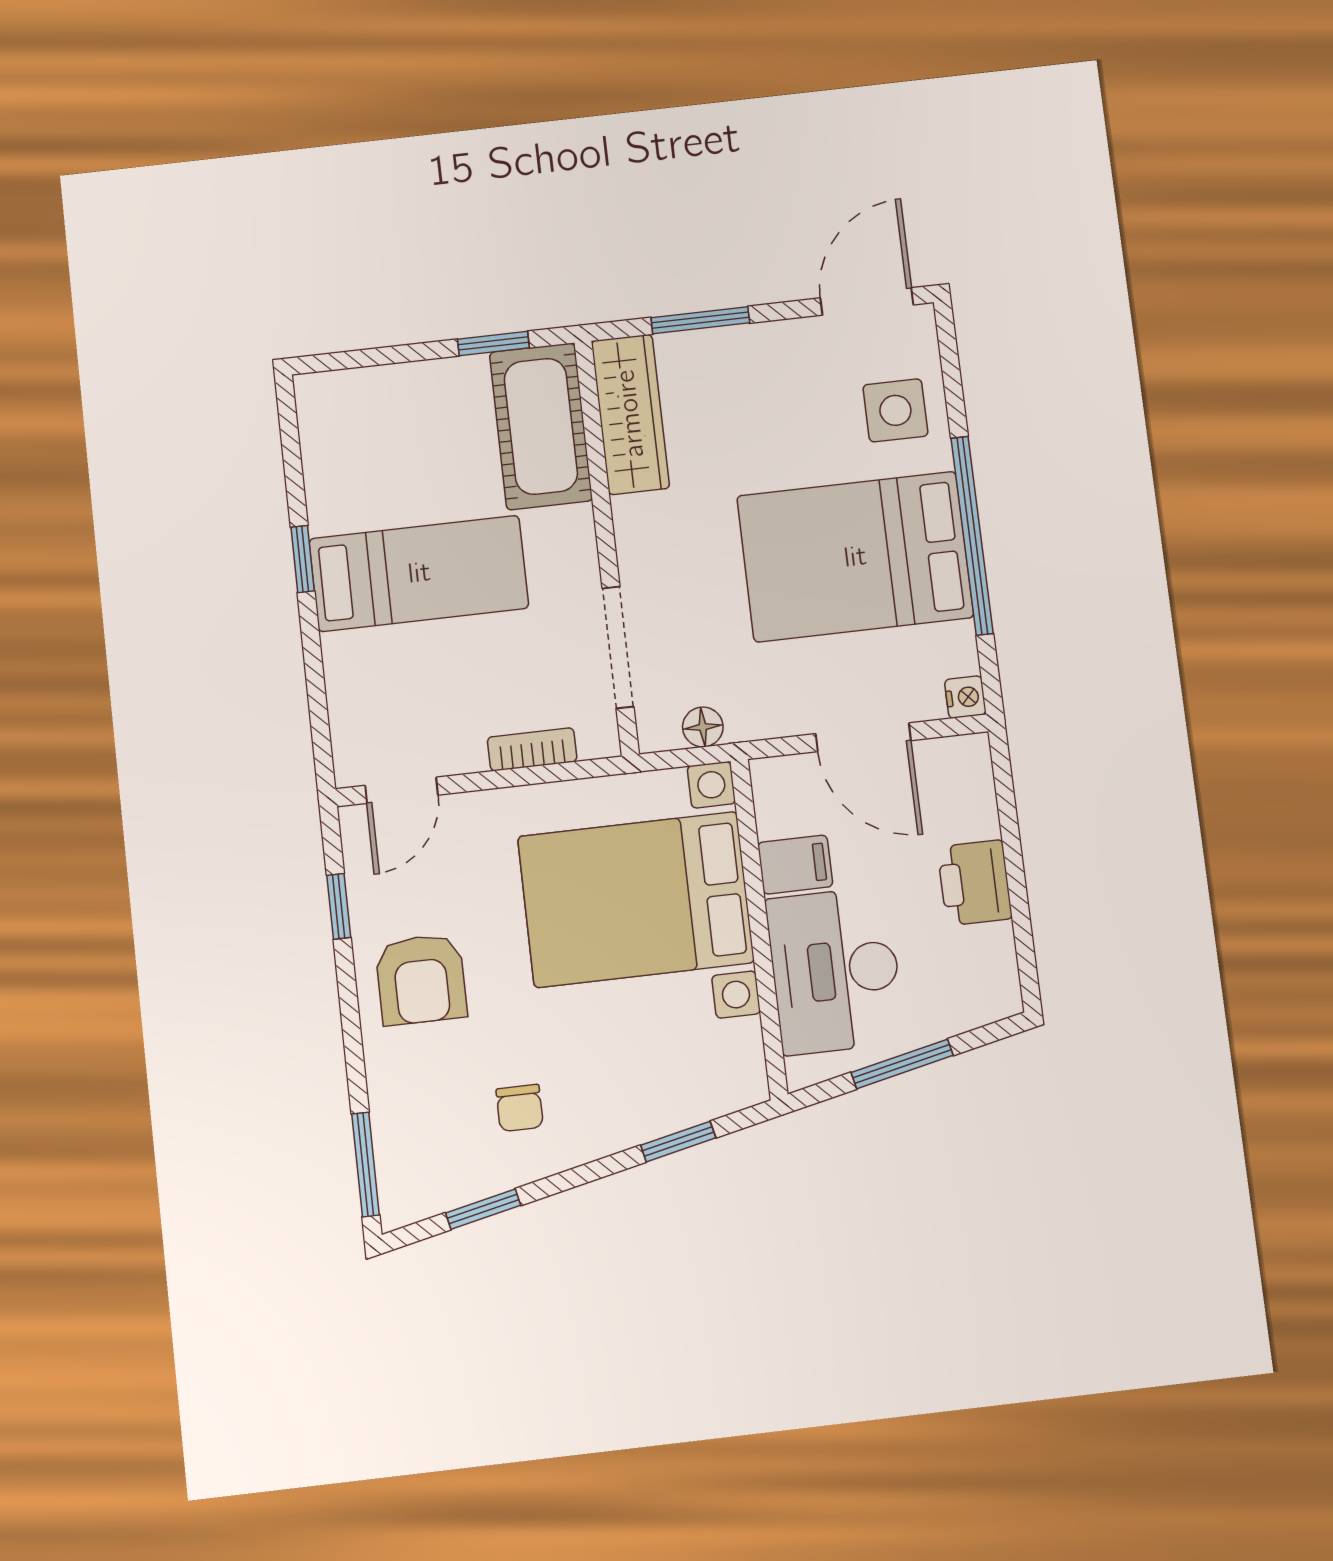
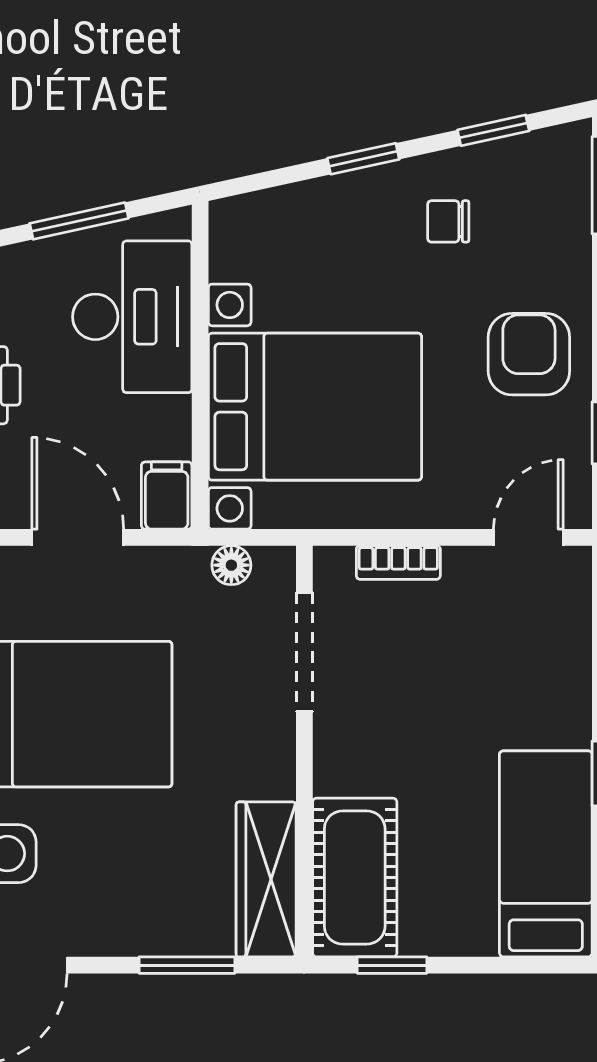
bed: (419, 573) -> (546, 854), moved, turned 90
filing cabinet: (795, 865) -> (167, 496), moved, turned 90
chair: (520, 1108) -> (448, 221), turned -90
window: (678, 1142) -> (363, 159), moved

